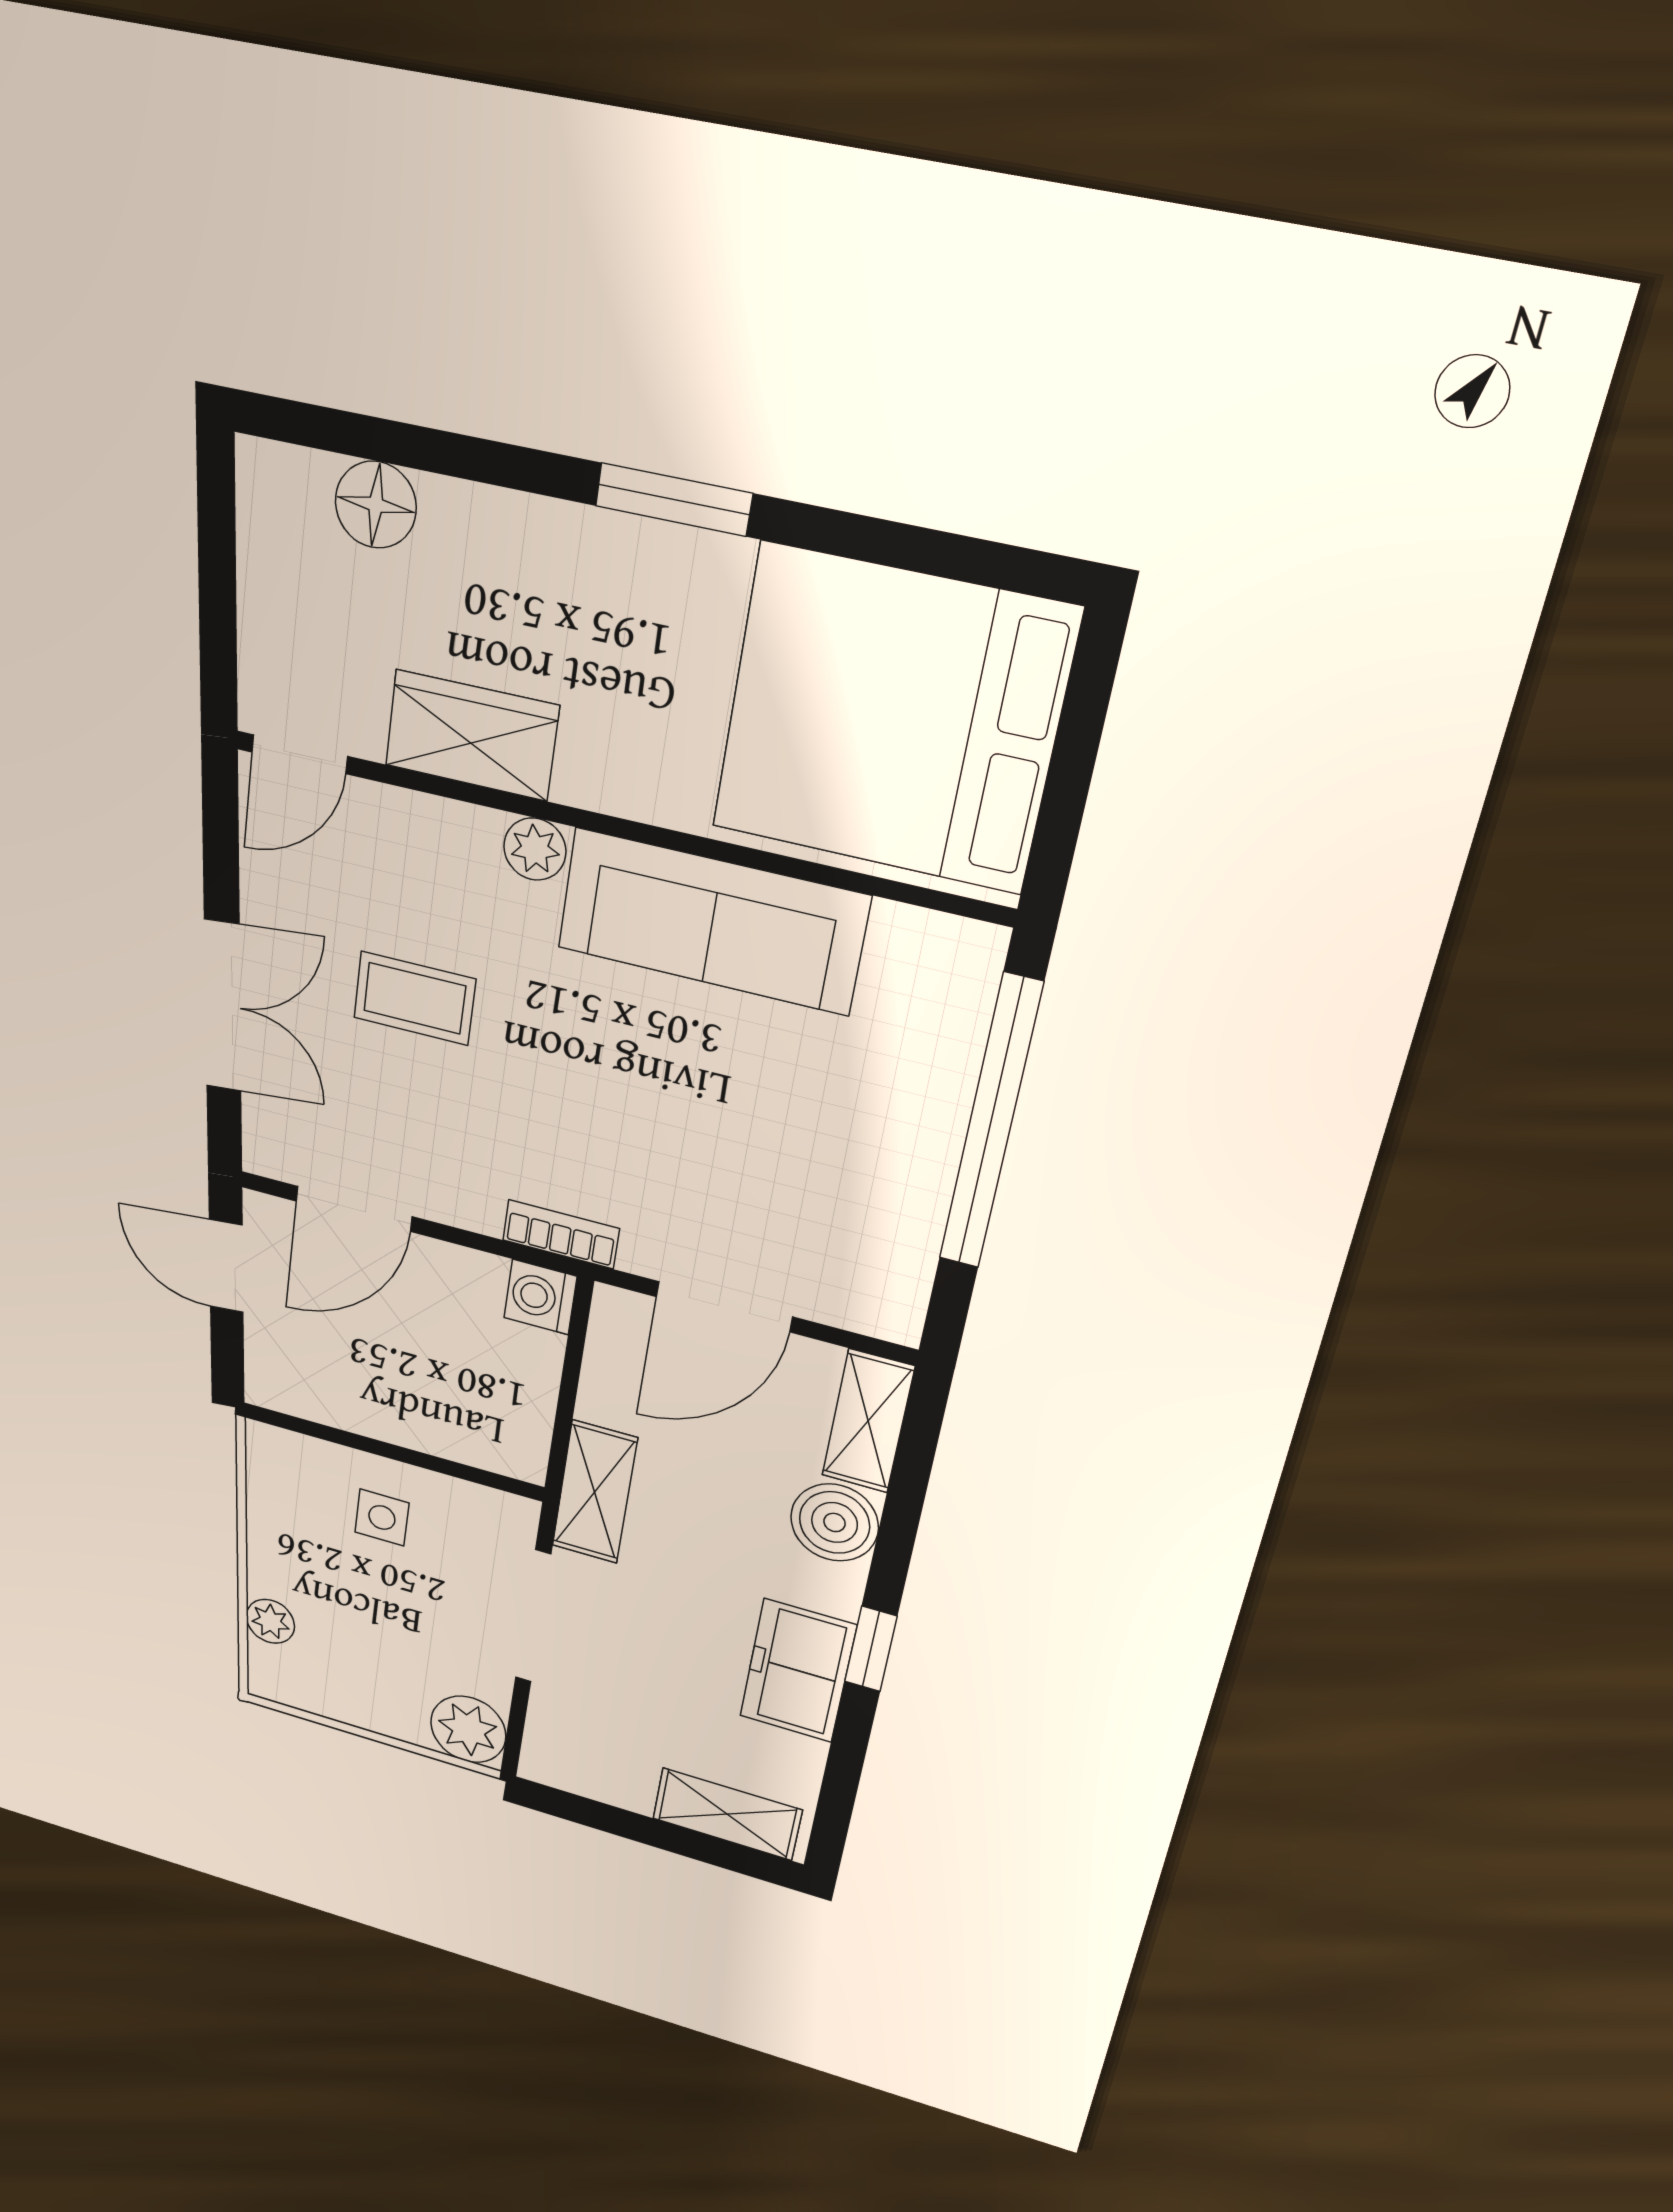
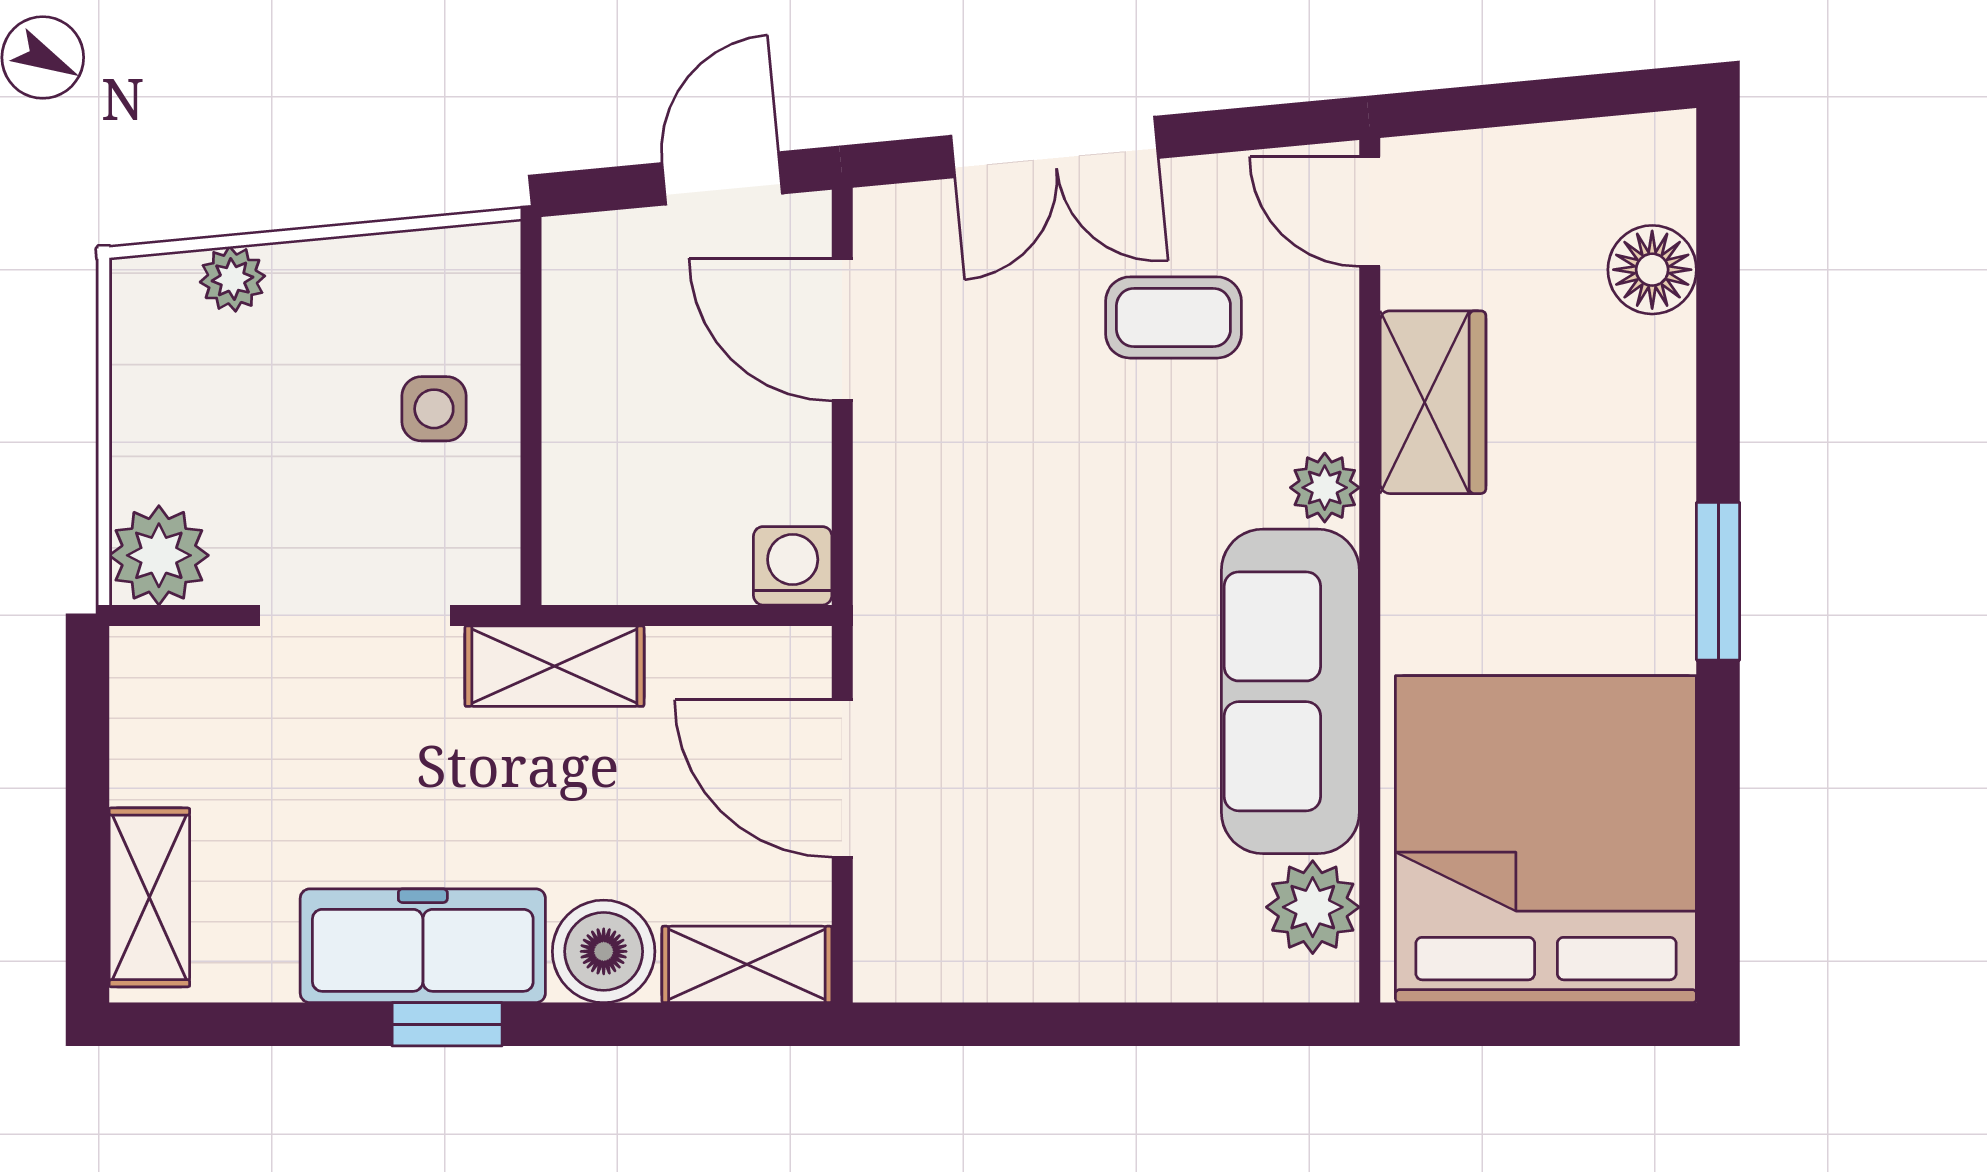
plant: (914, 948) -> (1313, 907), added
coffee table: (415, 998) -> (1173, 317), moved, turned 90
window: (991, 1123) -> (1141, 1024), removed
bookcase: (561, 1234) -> (879, 579), removed
freezer: (798, 1671) -> (423, 946), width x1.40

